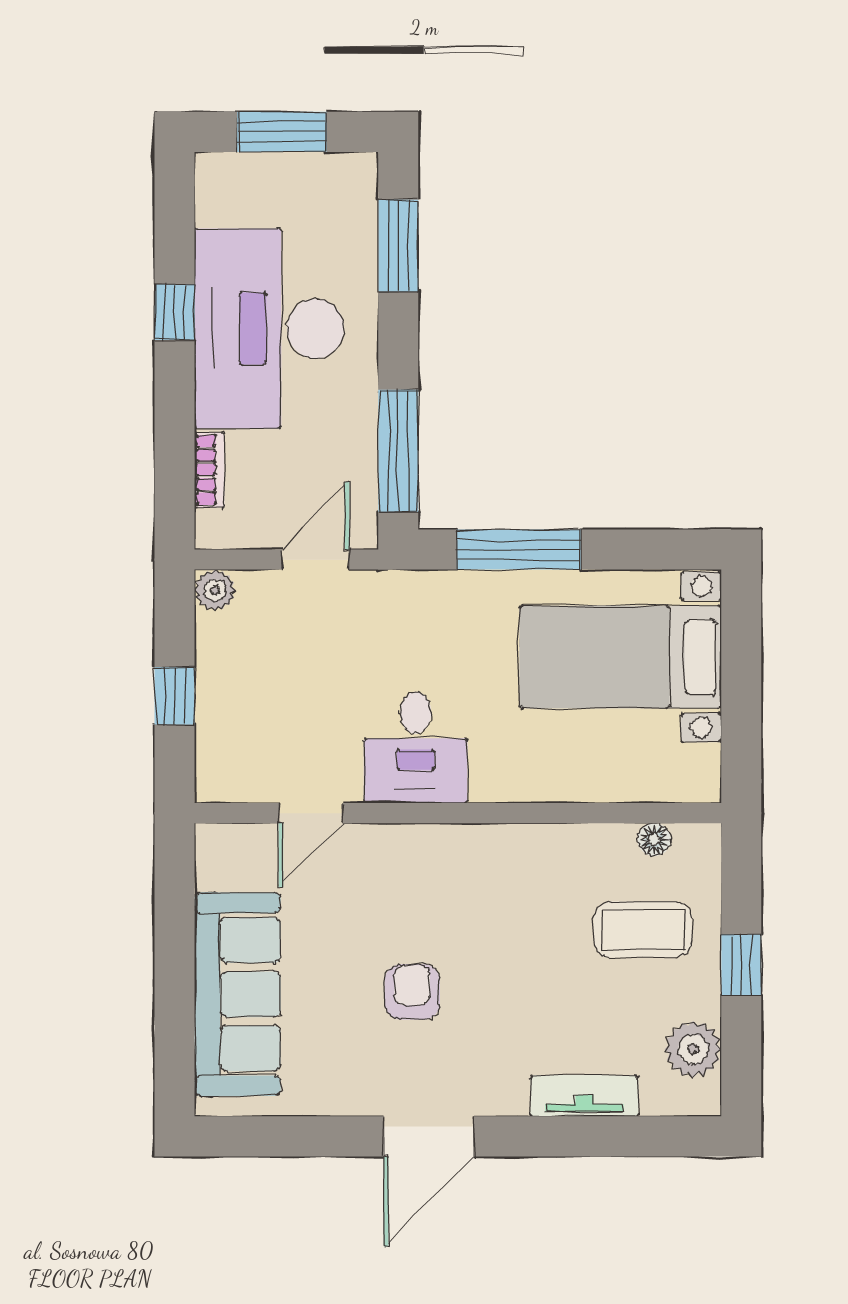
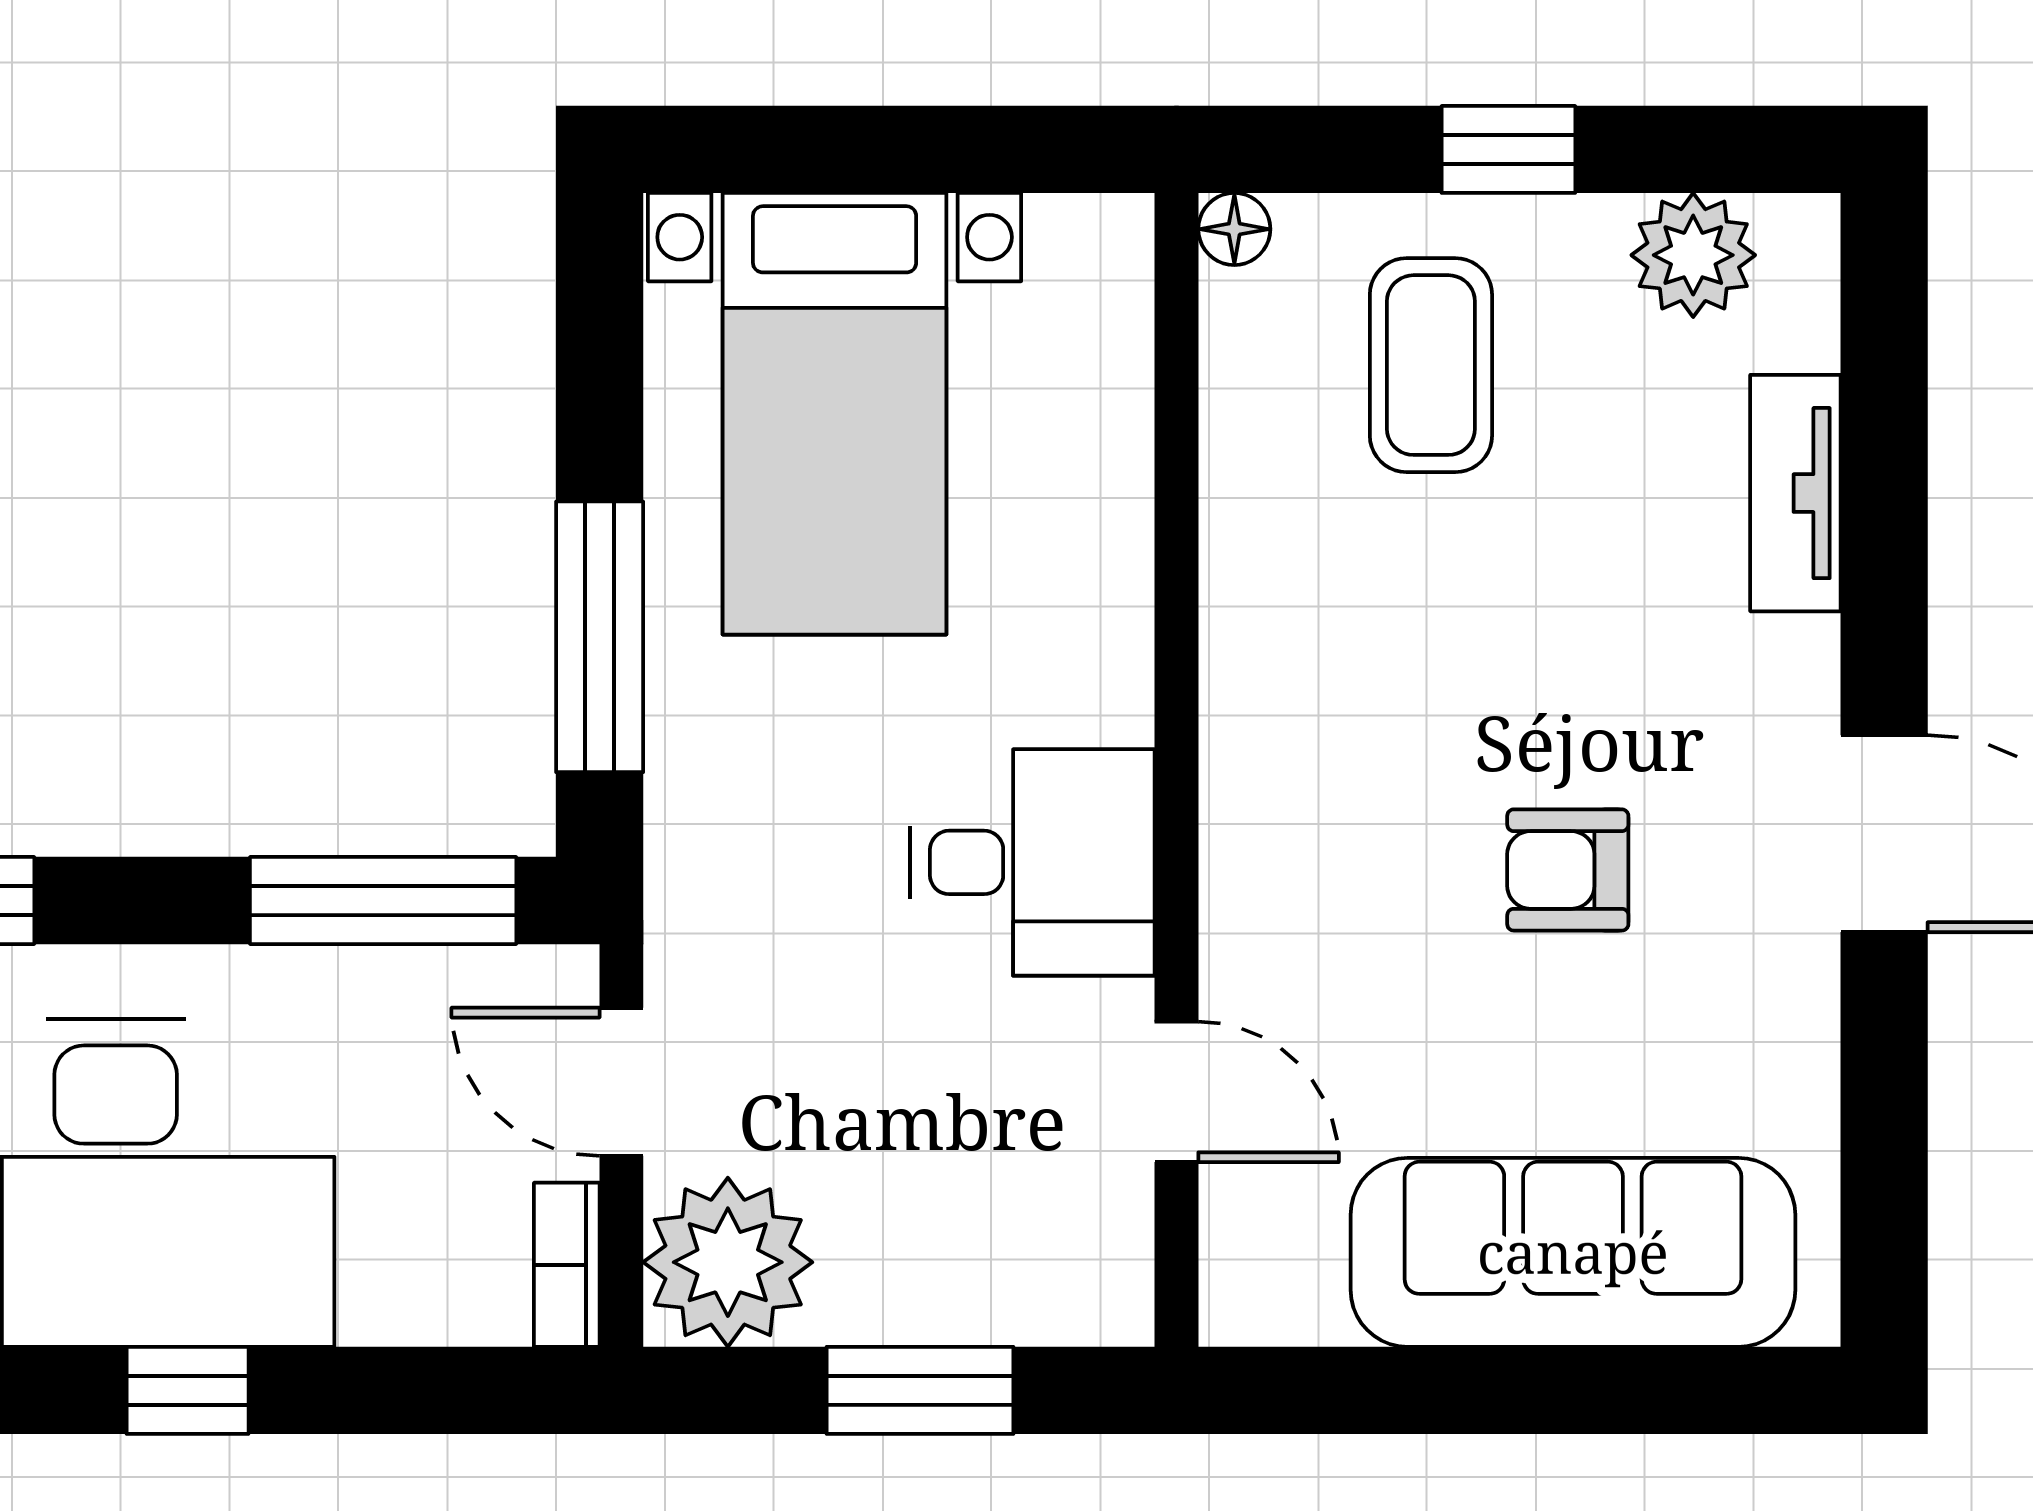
window: (174, 312) -> (188, 1390), moved
bookcase: (209, 470) -> (567, 1265), moved, turned -90
plant: (215, 590) -> (728, 1262), width x1.88, depth x1.88
window: (174, 696) -> (920, 1390), width x1.50
floor lamp: (654, 840) -> (1234, 229), moved

